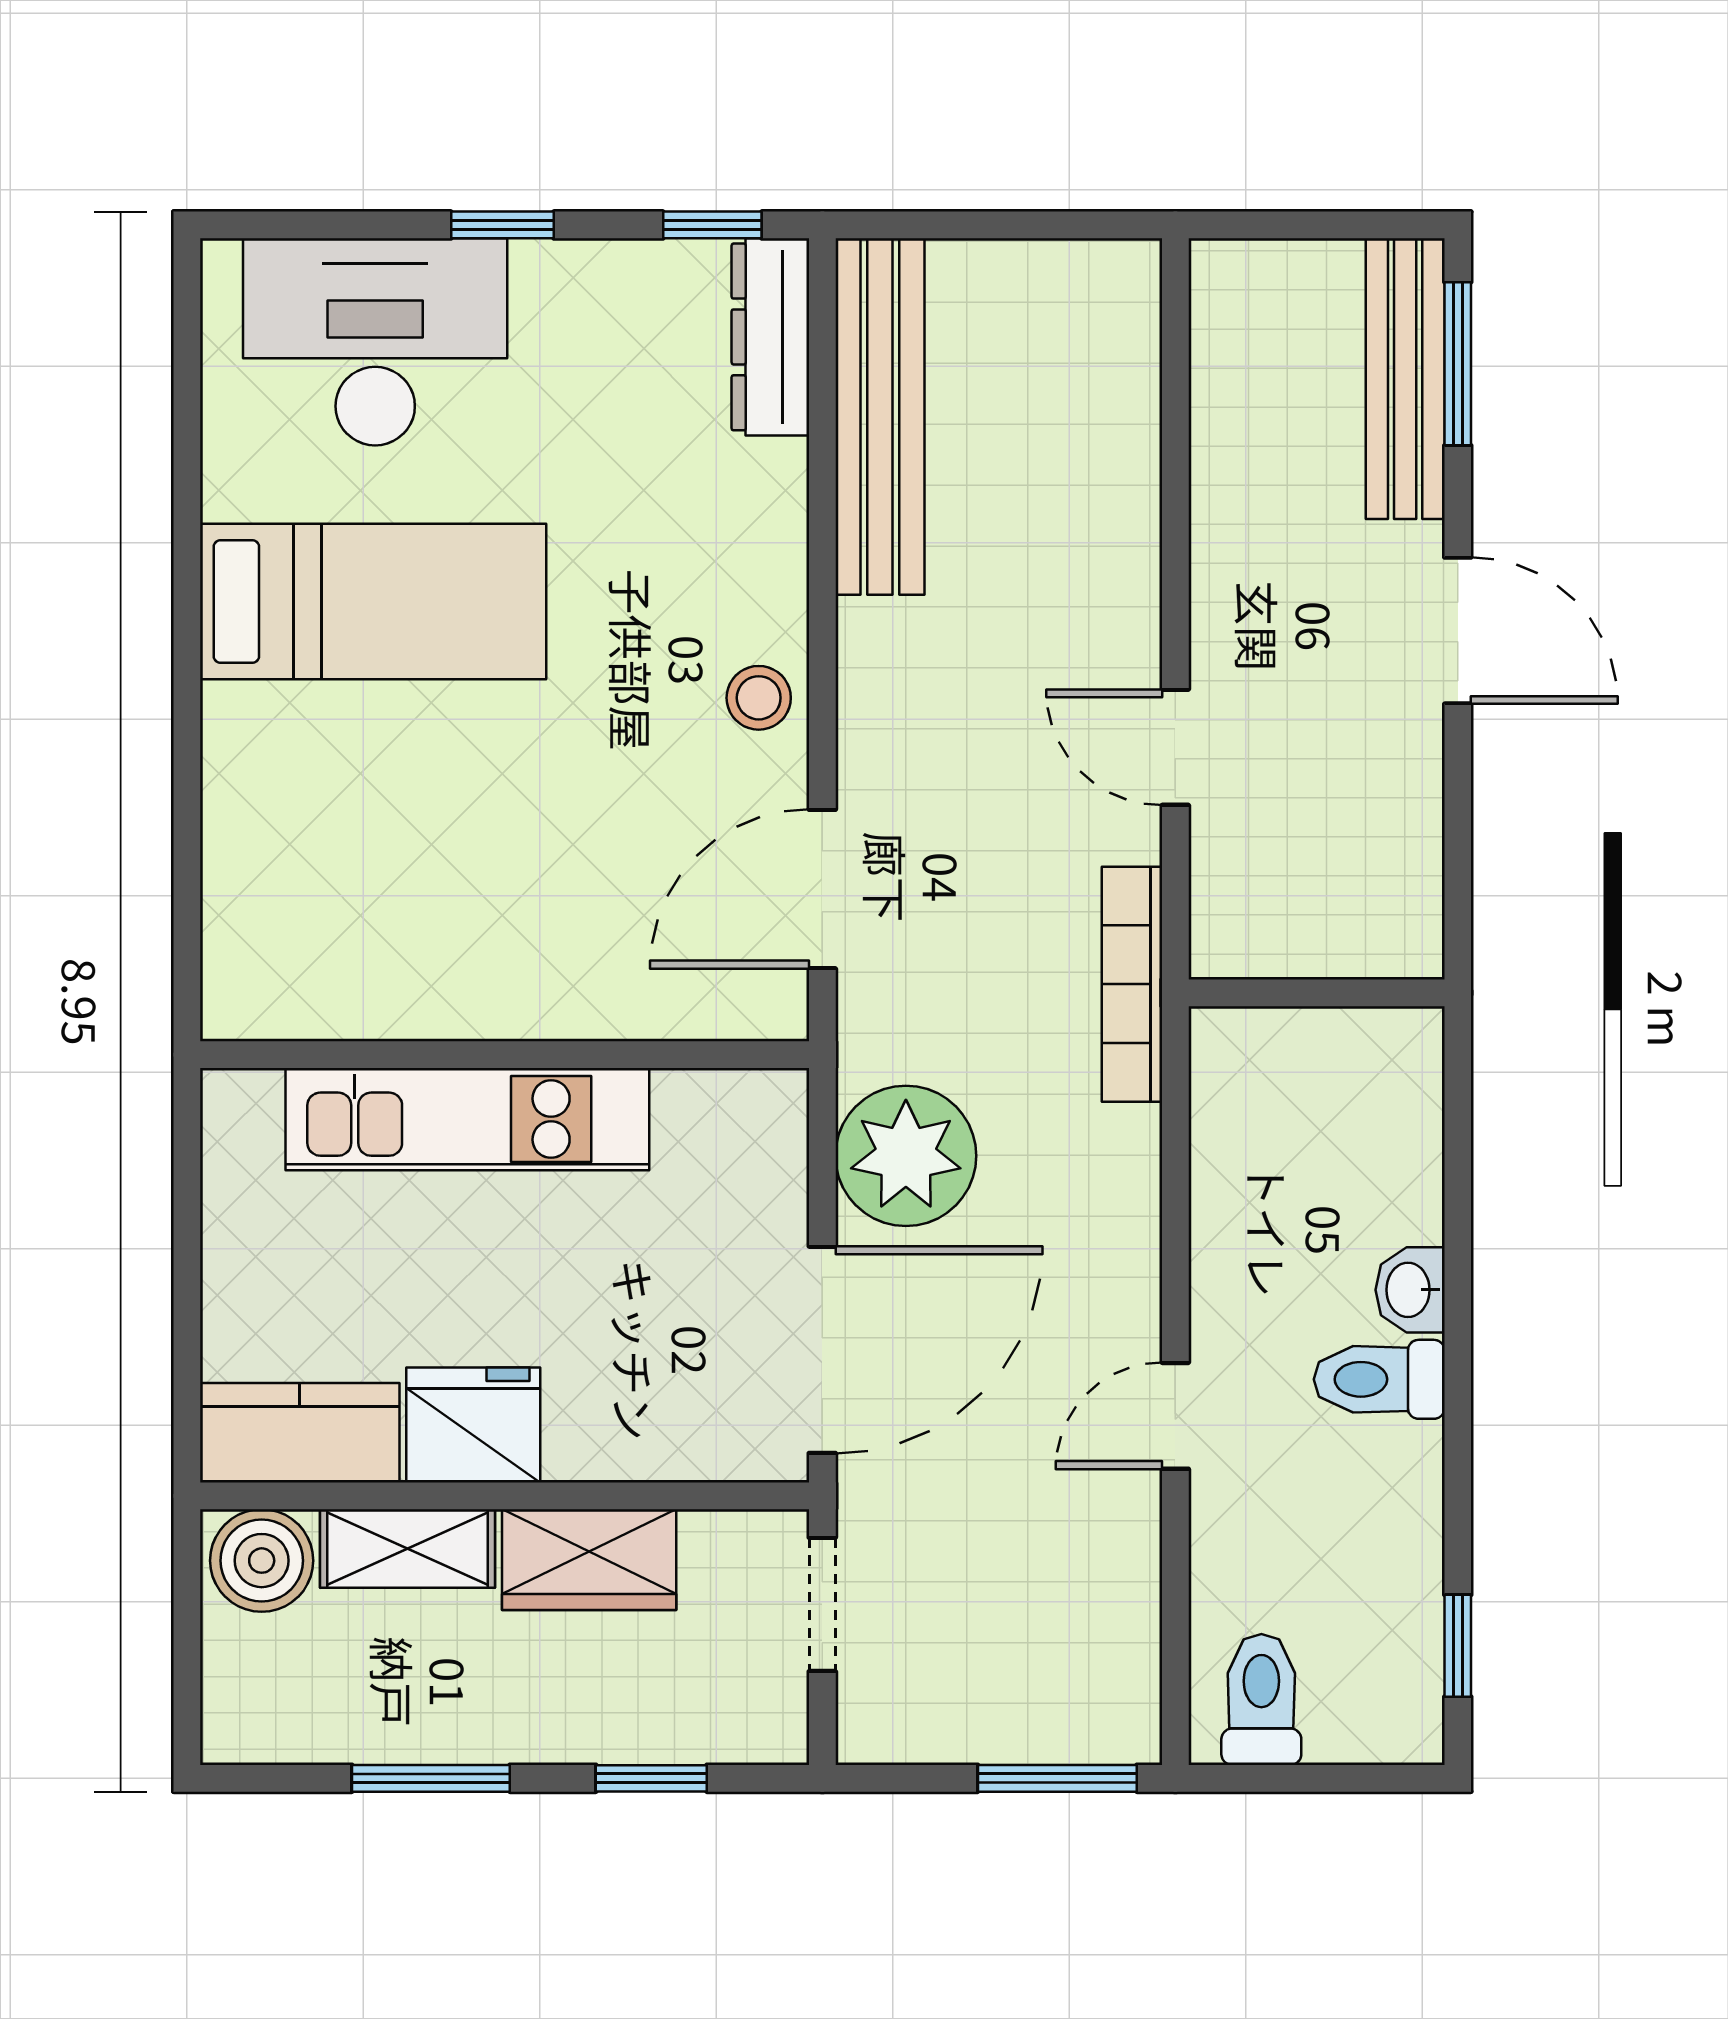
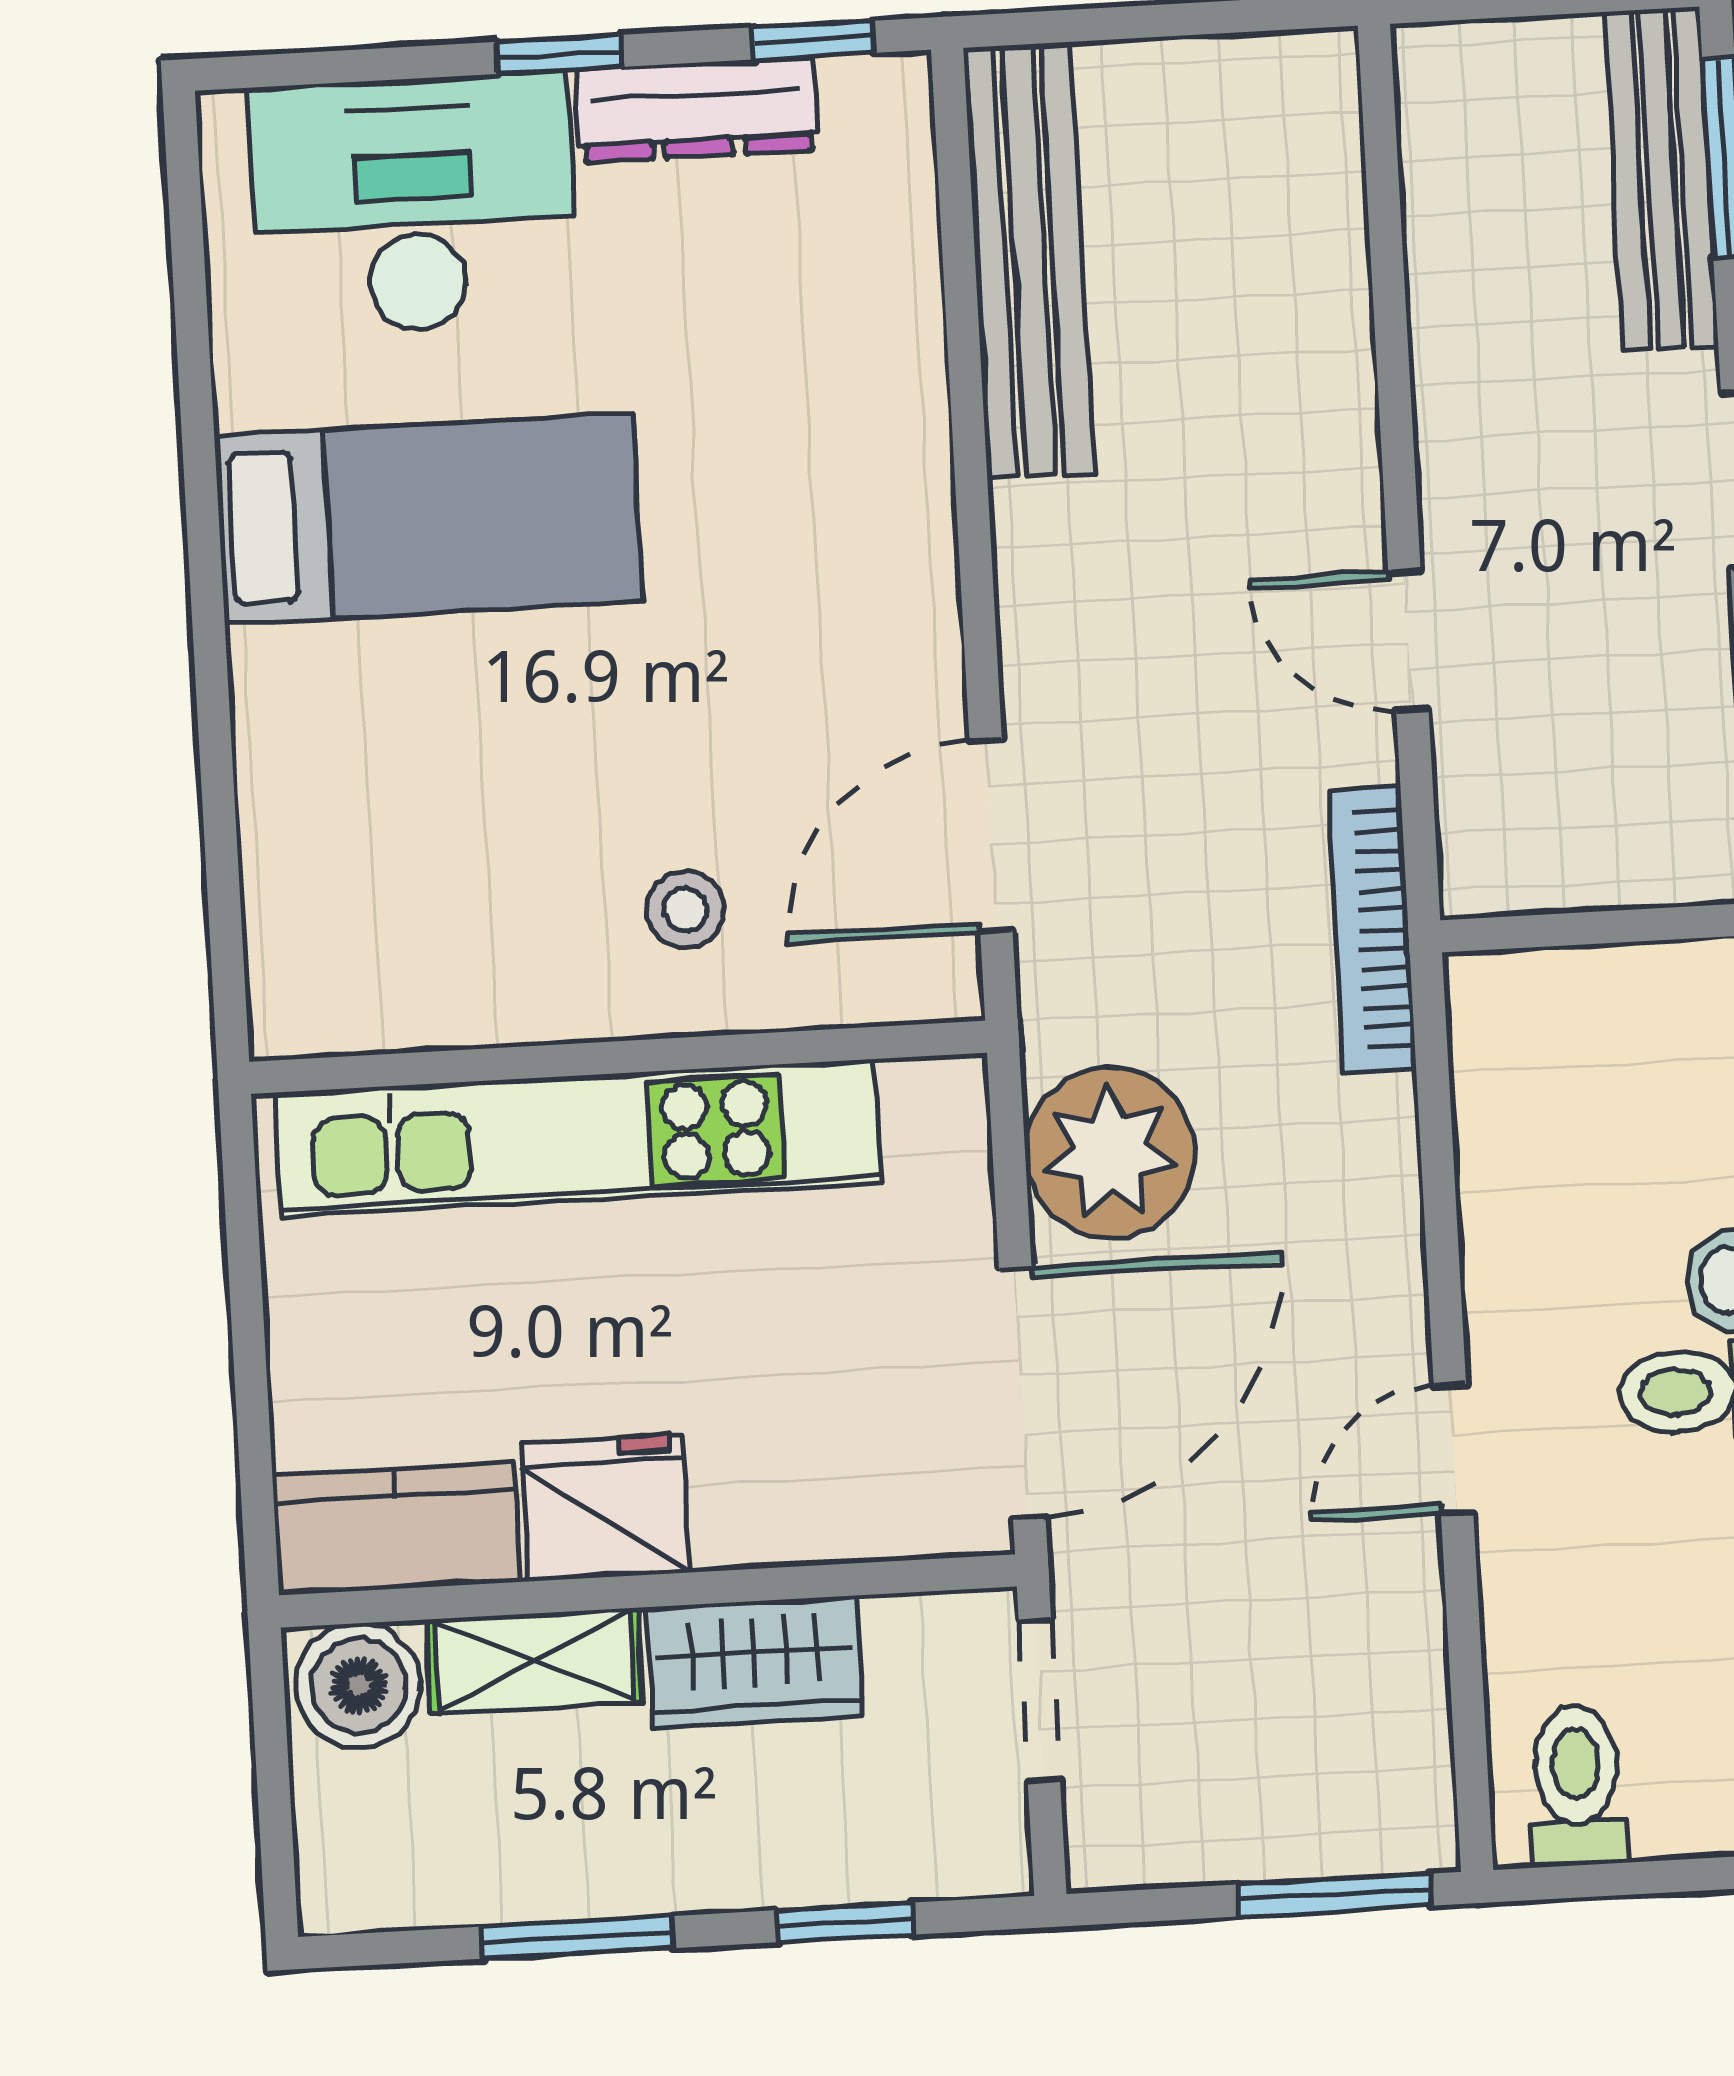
dresser: (770, 337) -> (697, 110), moved, turned -90
stool: (759, 698) -> (685, 909), moved
kitchen unit: (467, 1119) -> (578, 1138), width x1.36

